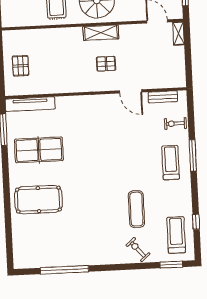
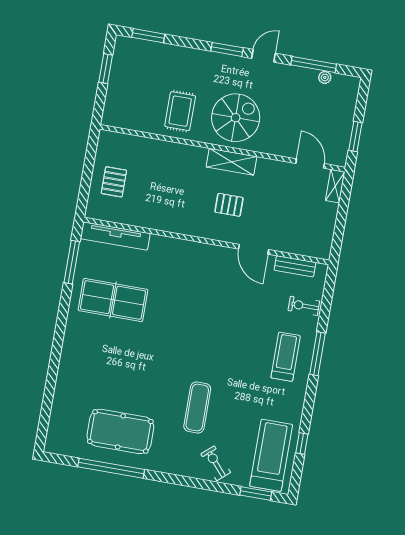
pool table: (38, 200) -> (120, 431), moved
exercise mat: (136, 209) -> (197, 408), moved
treadmill: (176, 235) -> (271, 455), width x1.37, depth x1.37

